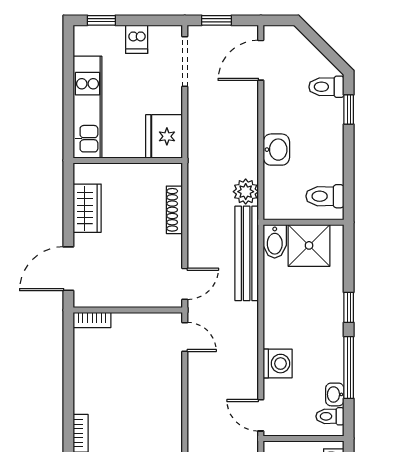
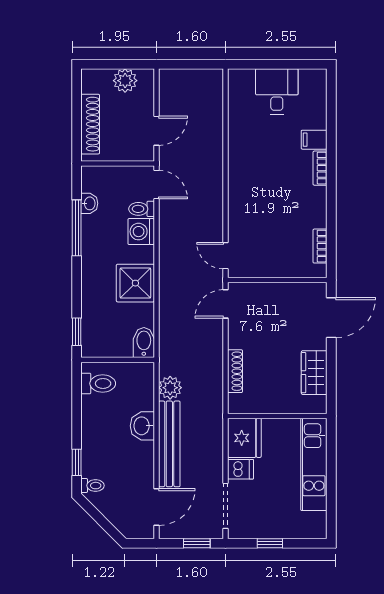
window: (101, 20) -> (270, 543), moved
dishwasher: (137, 39) -> (241, 469), moved, turned 90
toilet: (326, 87) -> (92, 486), width x0.73, depth x0.72
shower: (309, 245) -> (135, 283), moved
bench: (247, 253) -> (169, 444), moved
window: (349, 307) -> (77, 332), moved
bookcase: (92, 320) -> (320, 246), moved, turned -90
toilet: (330, 416) -> (142, 209), moved, turned 180

